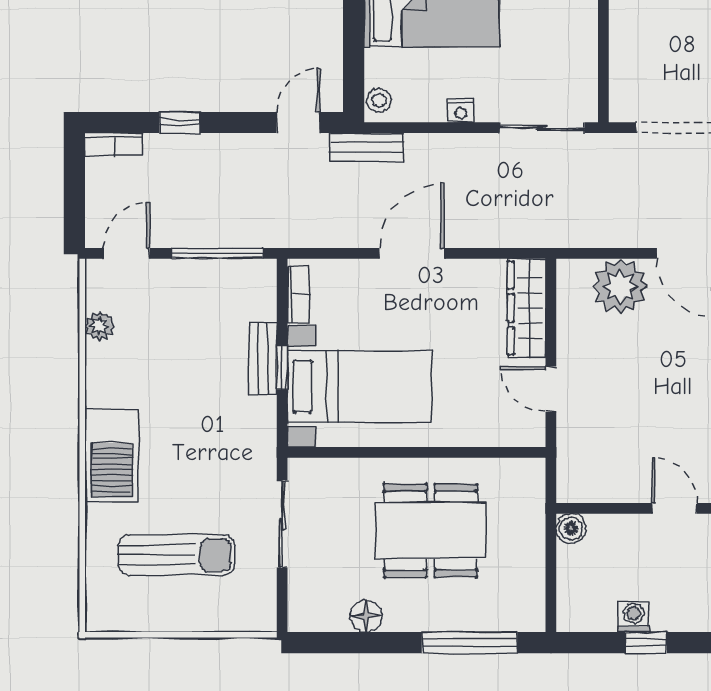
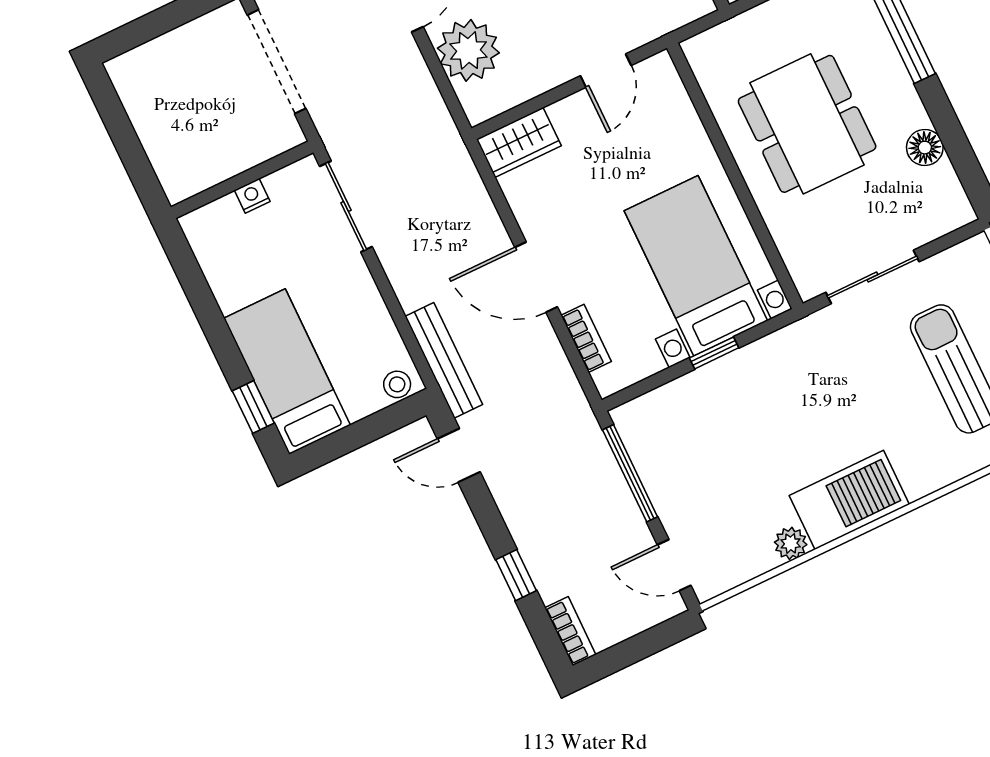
nightstand: (461, 111) -> (252, 196), moved, turned -90
bench: (367, 147) -> (444, 360), width x1.36
bookcase: (299, 294) -> (586, 338), moved, turned 90
wardrobe: (527, 308) -> (519, 142), width x0.67
plant: (99, 326) -> (791, 543), moved
bench: (263, 358) -> (714, 376), removed
barbecue: (112, 456) -> (849, 500), moved

